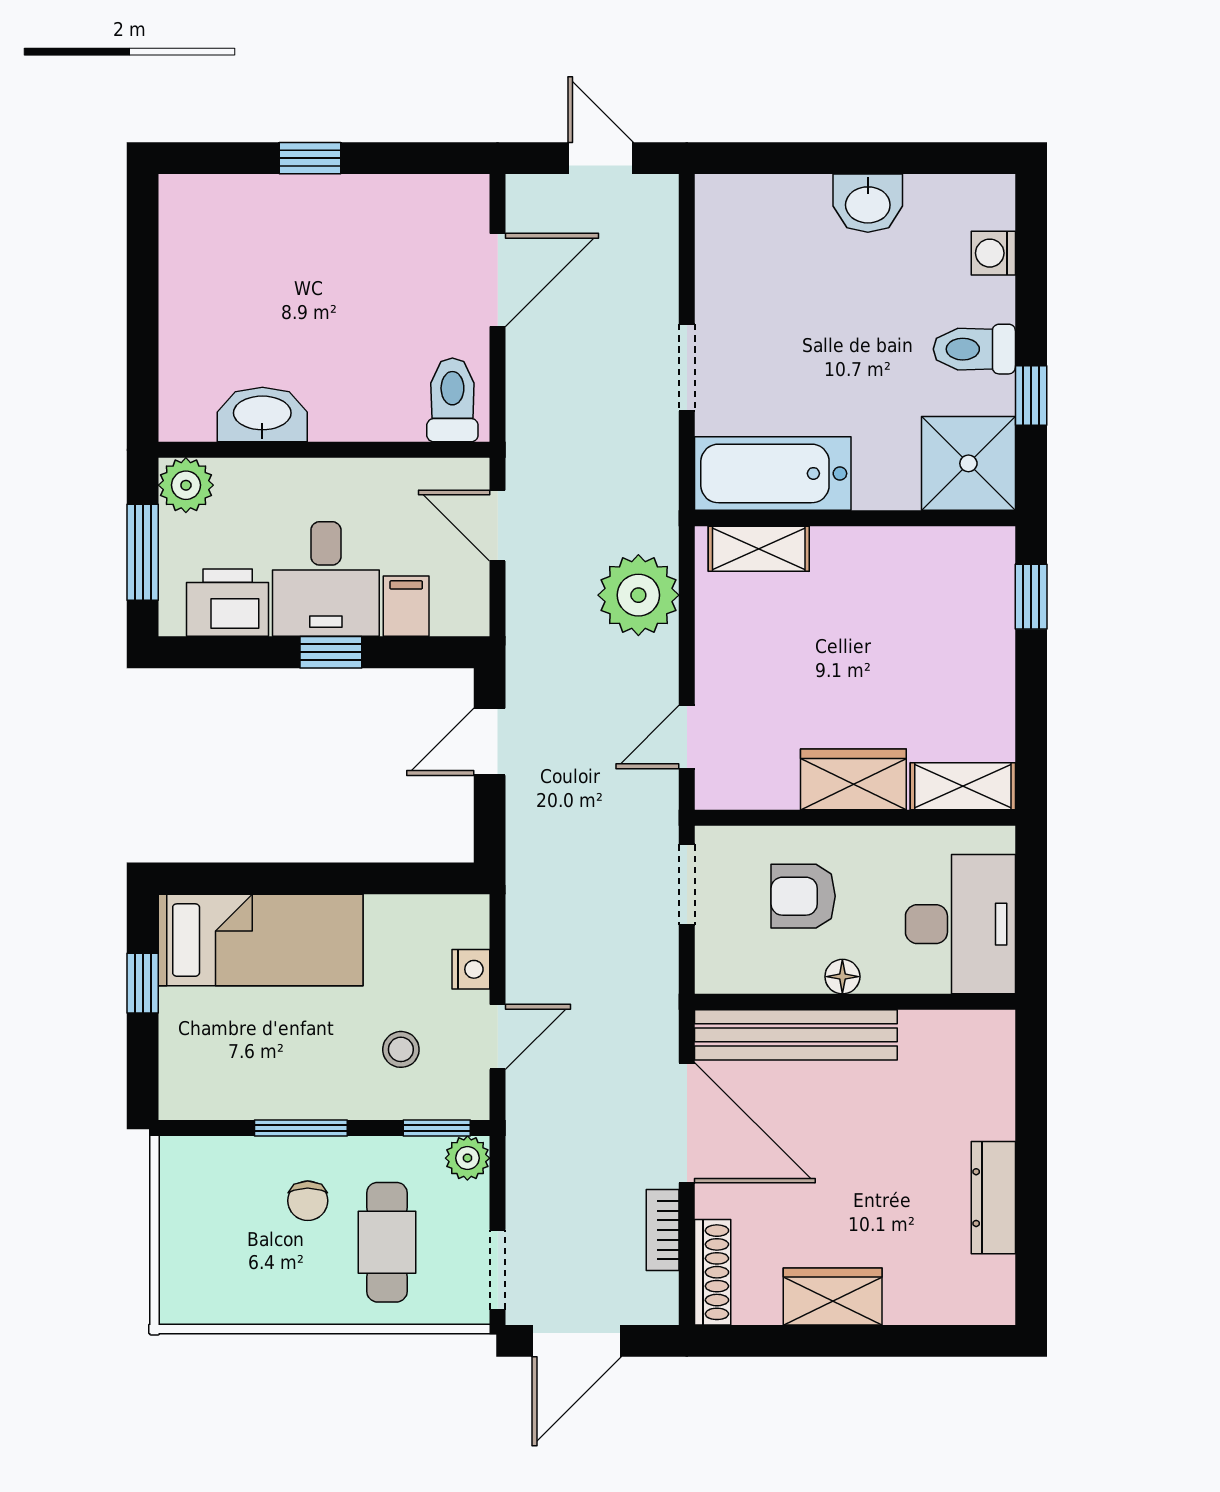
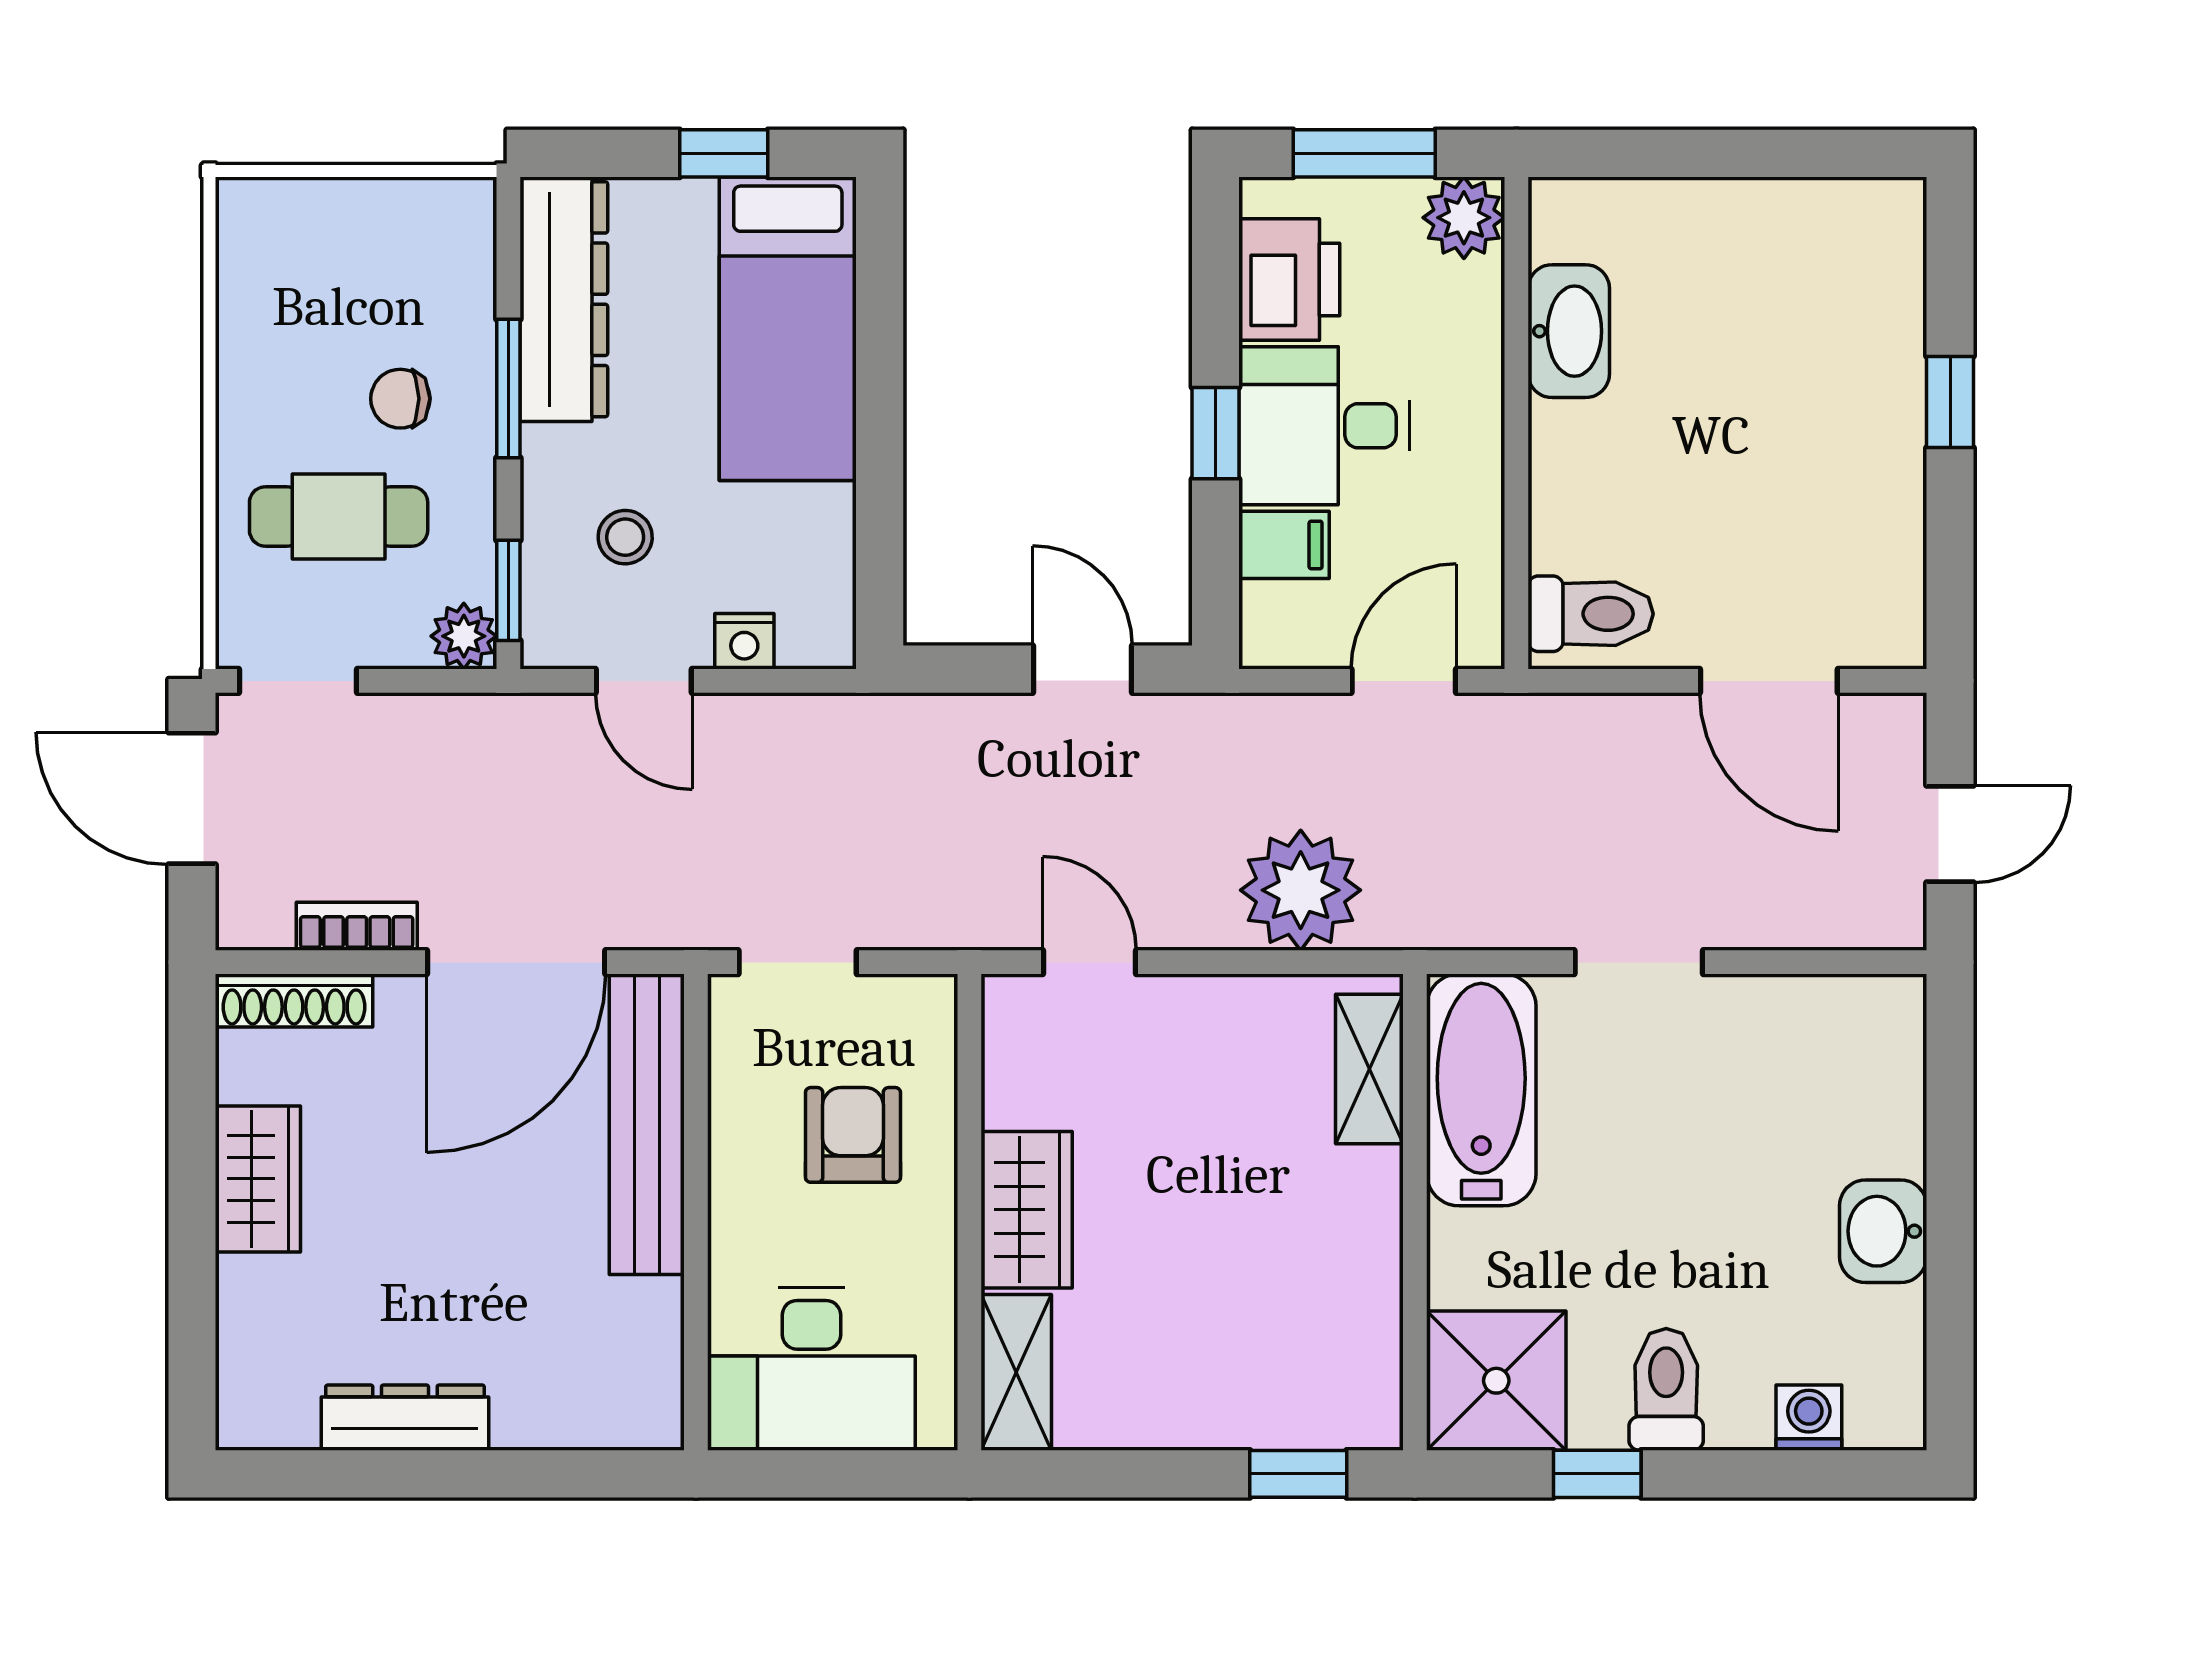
doorway: (687, 884) -> (798, 962), moved
floor lamp: (842, 977) -> (733, 1193), removed
dresser: (241, 1091) -> (564, 299), added

